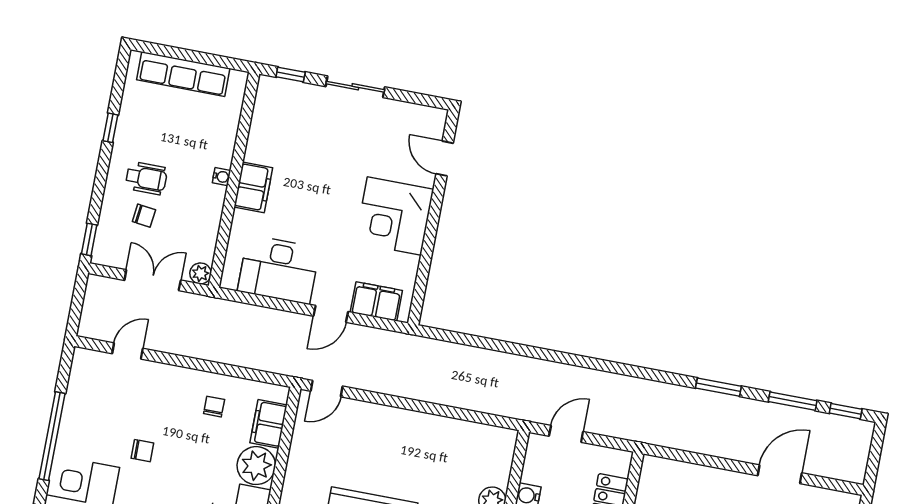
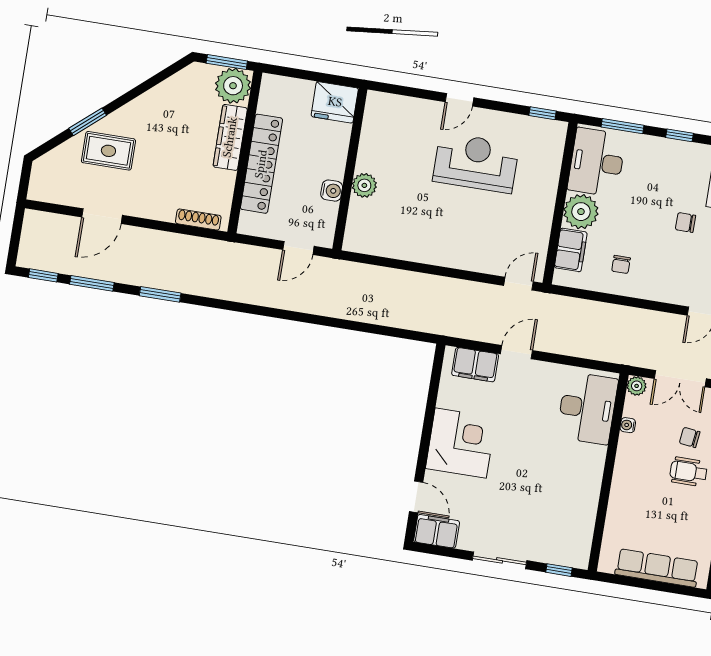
water cooler: (221, 177) -> (628, 425), moved
filing cabinet: (253, 187) -> (437, 531), moved, turned 90
desk: (279, 270) -> (587, 408), moved, turned 90
shoe rack: (675, 468) -> (198, 220), added

